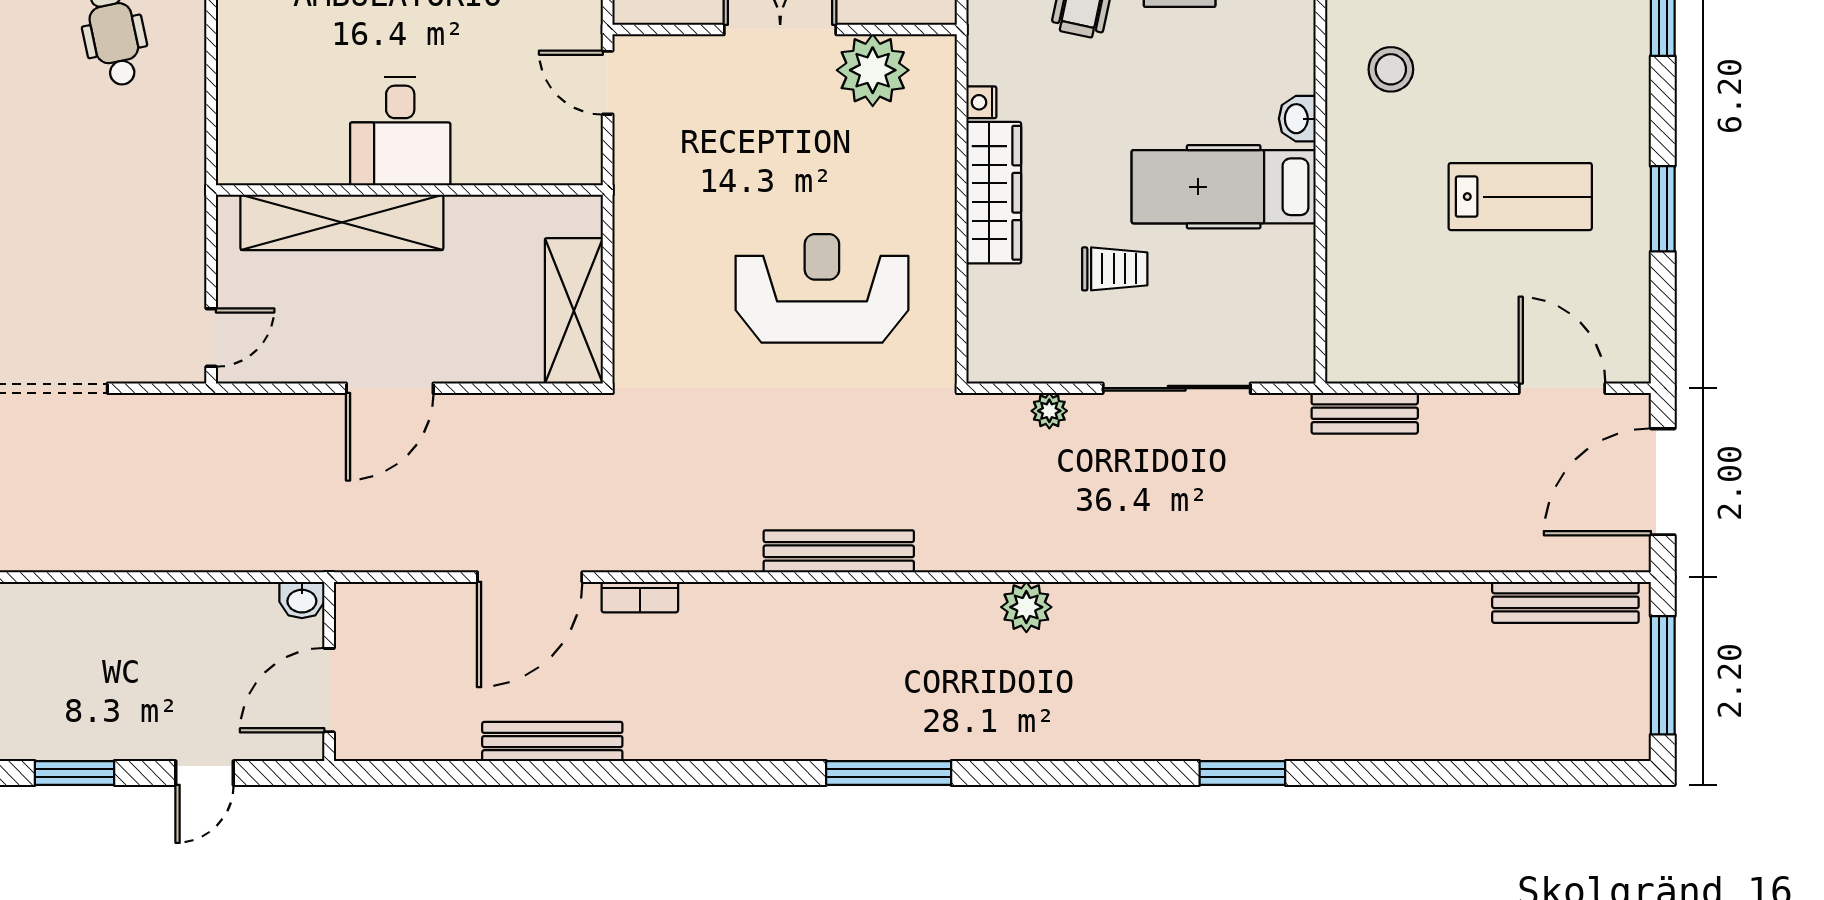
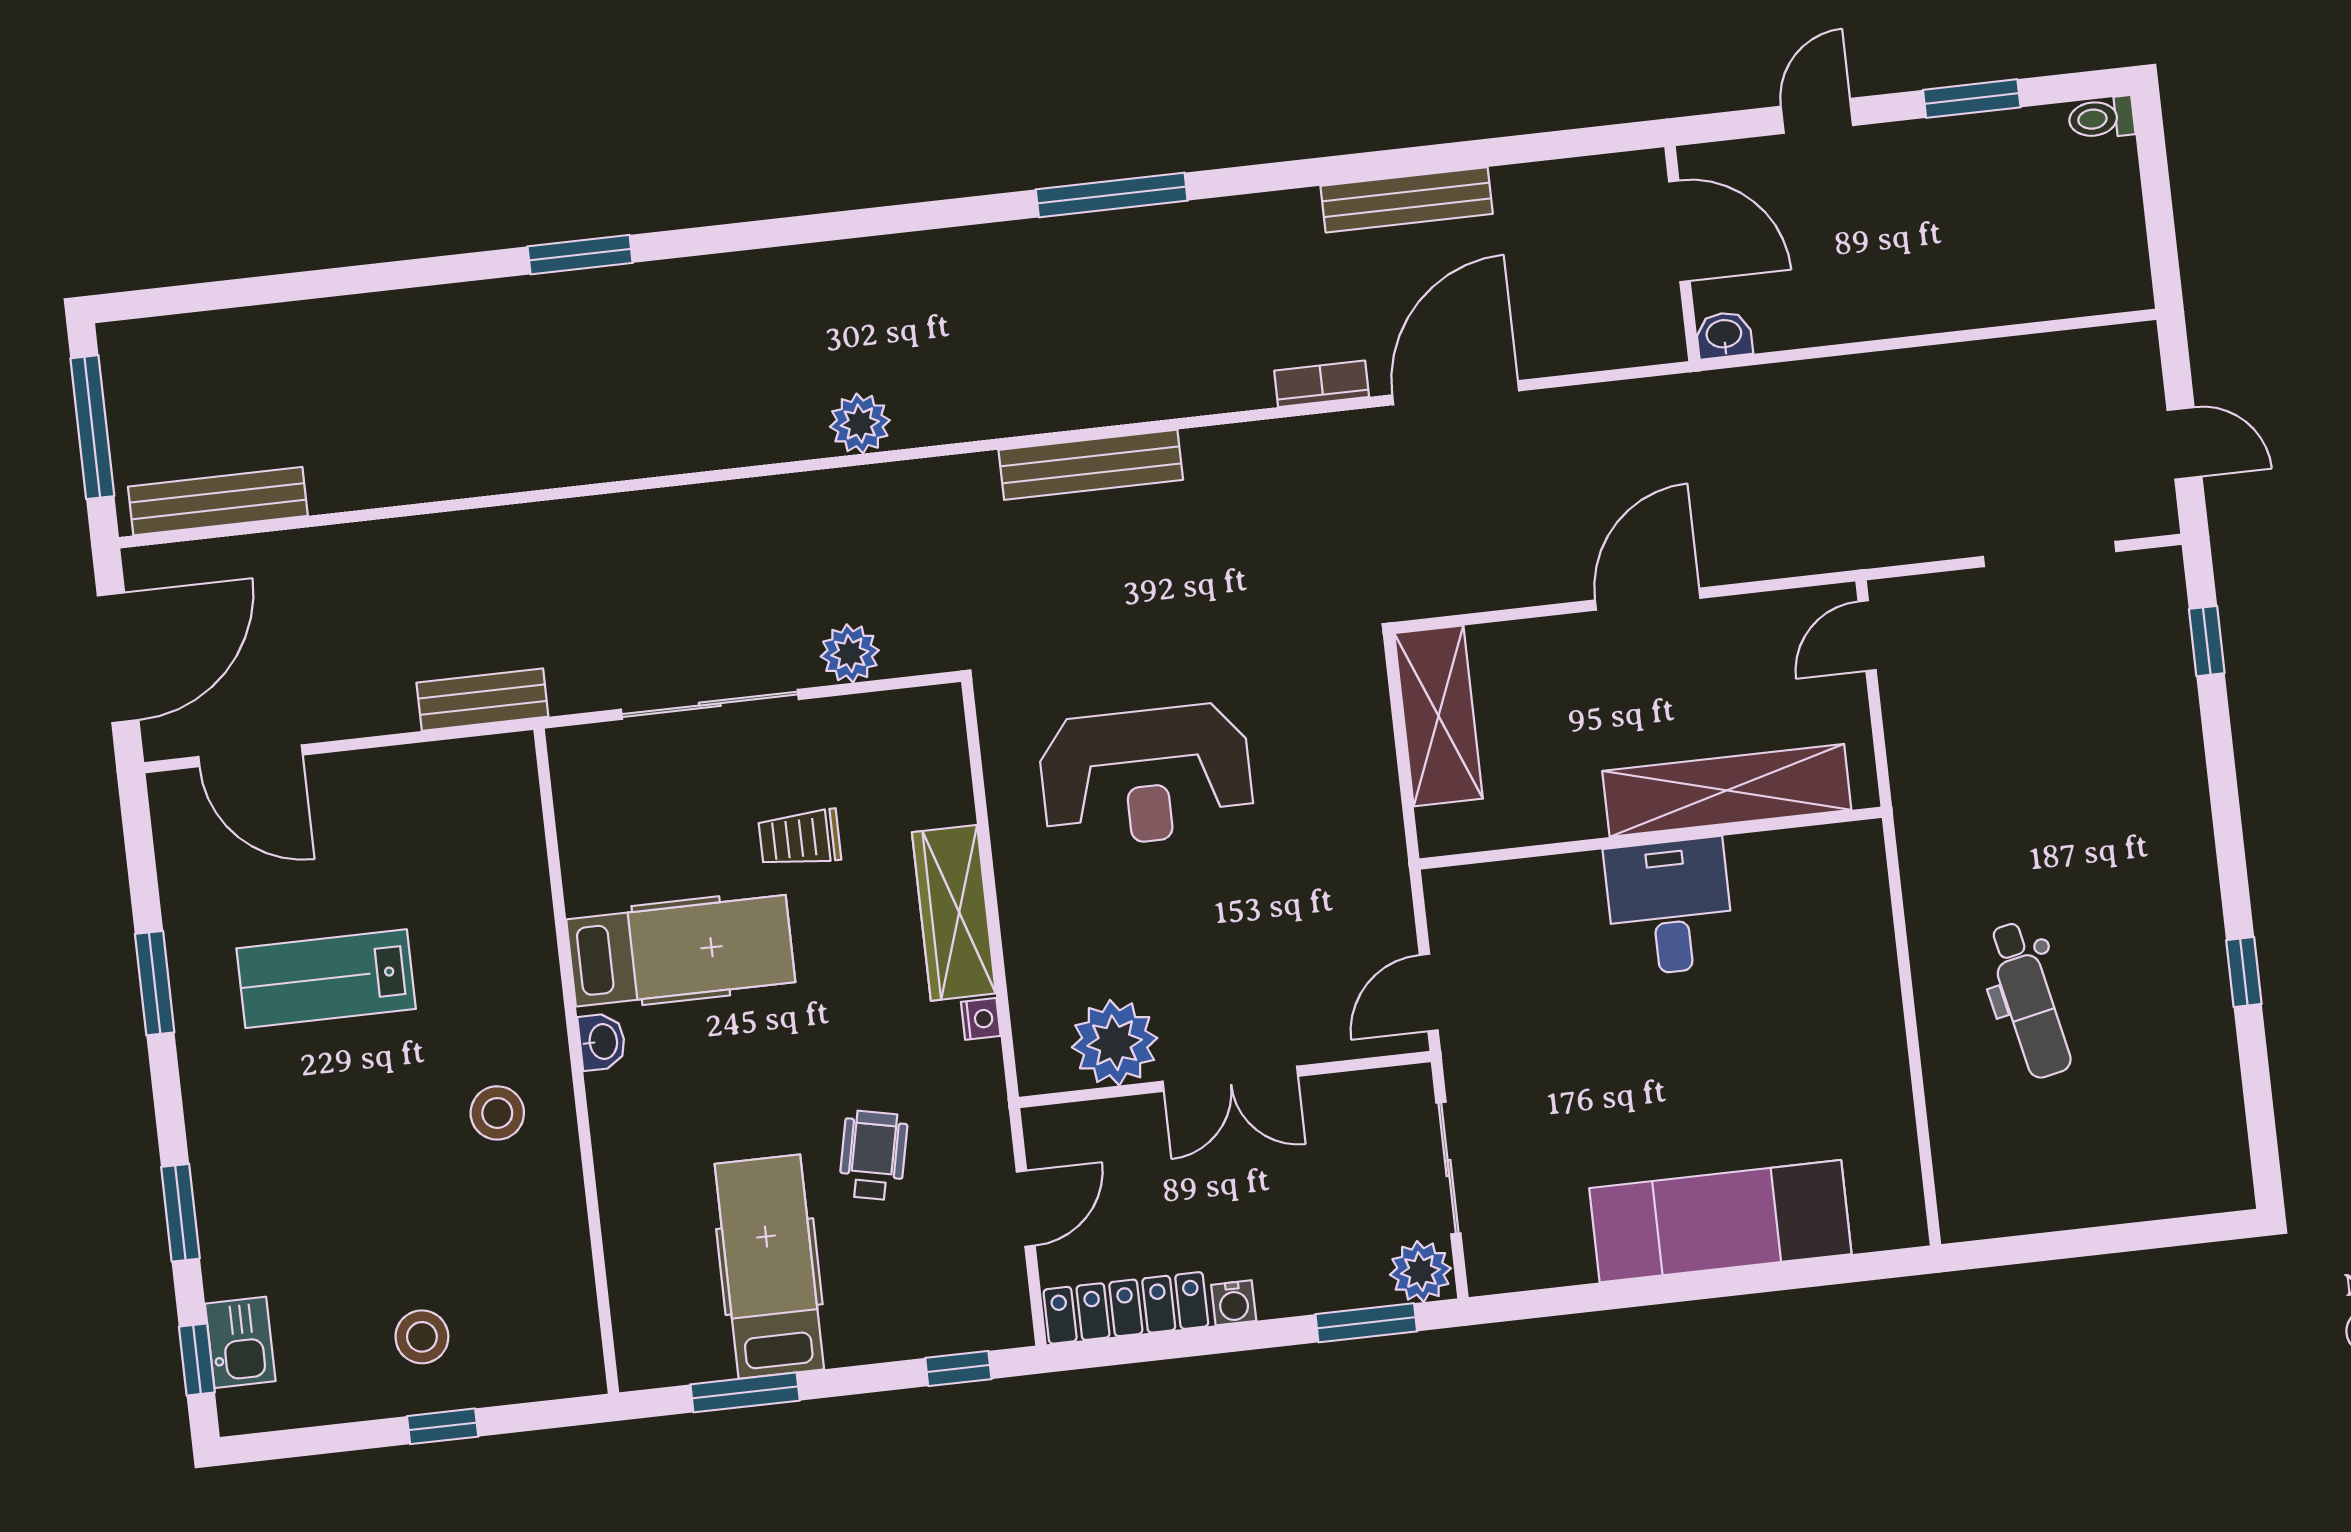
door: (608, 83) -> (1429, 993), swing flipped
plant: (1049, 411) -> (850, 653), width x1.38, depth x1.38
door: (329, 690) -> (1679, 231), hinge flipped
window: (889, 773) -> (1112, 195), moved

